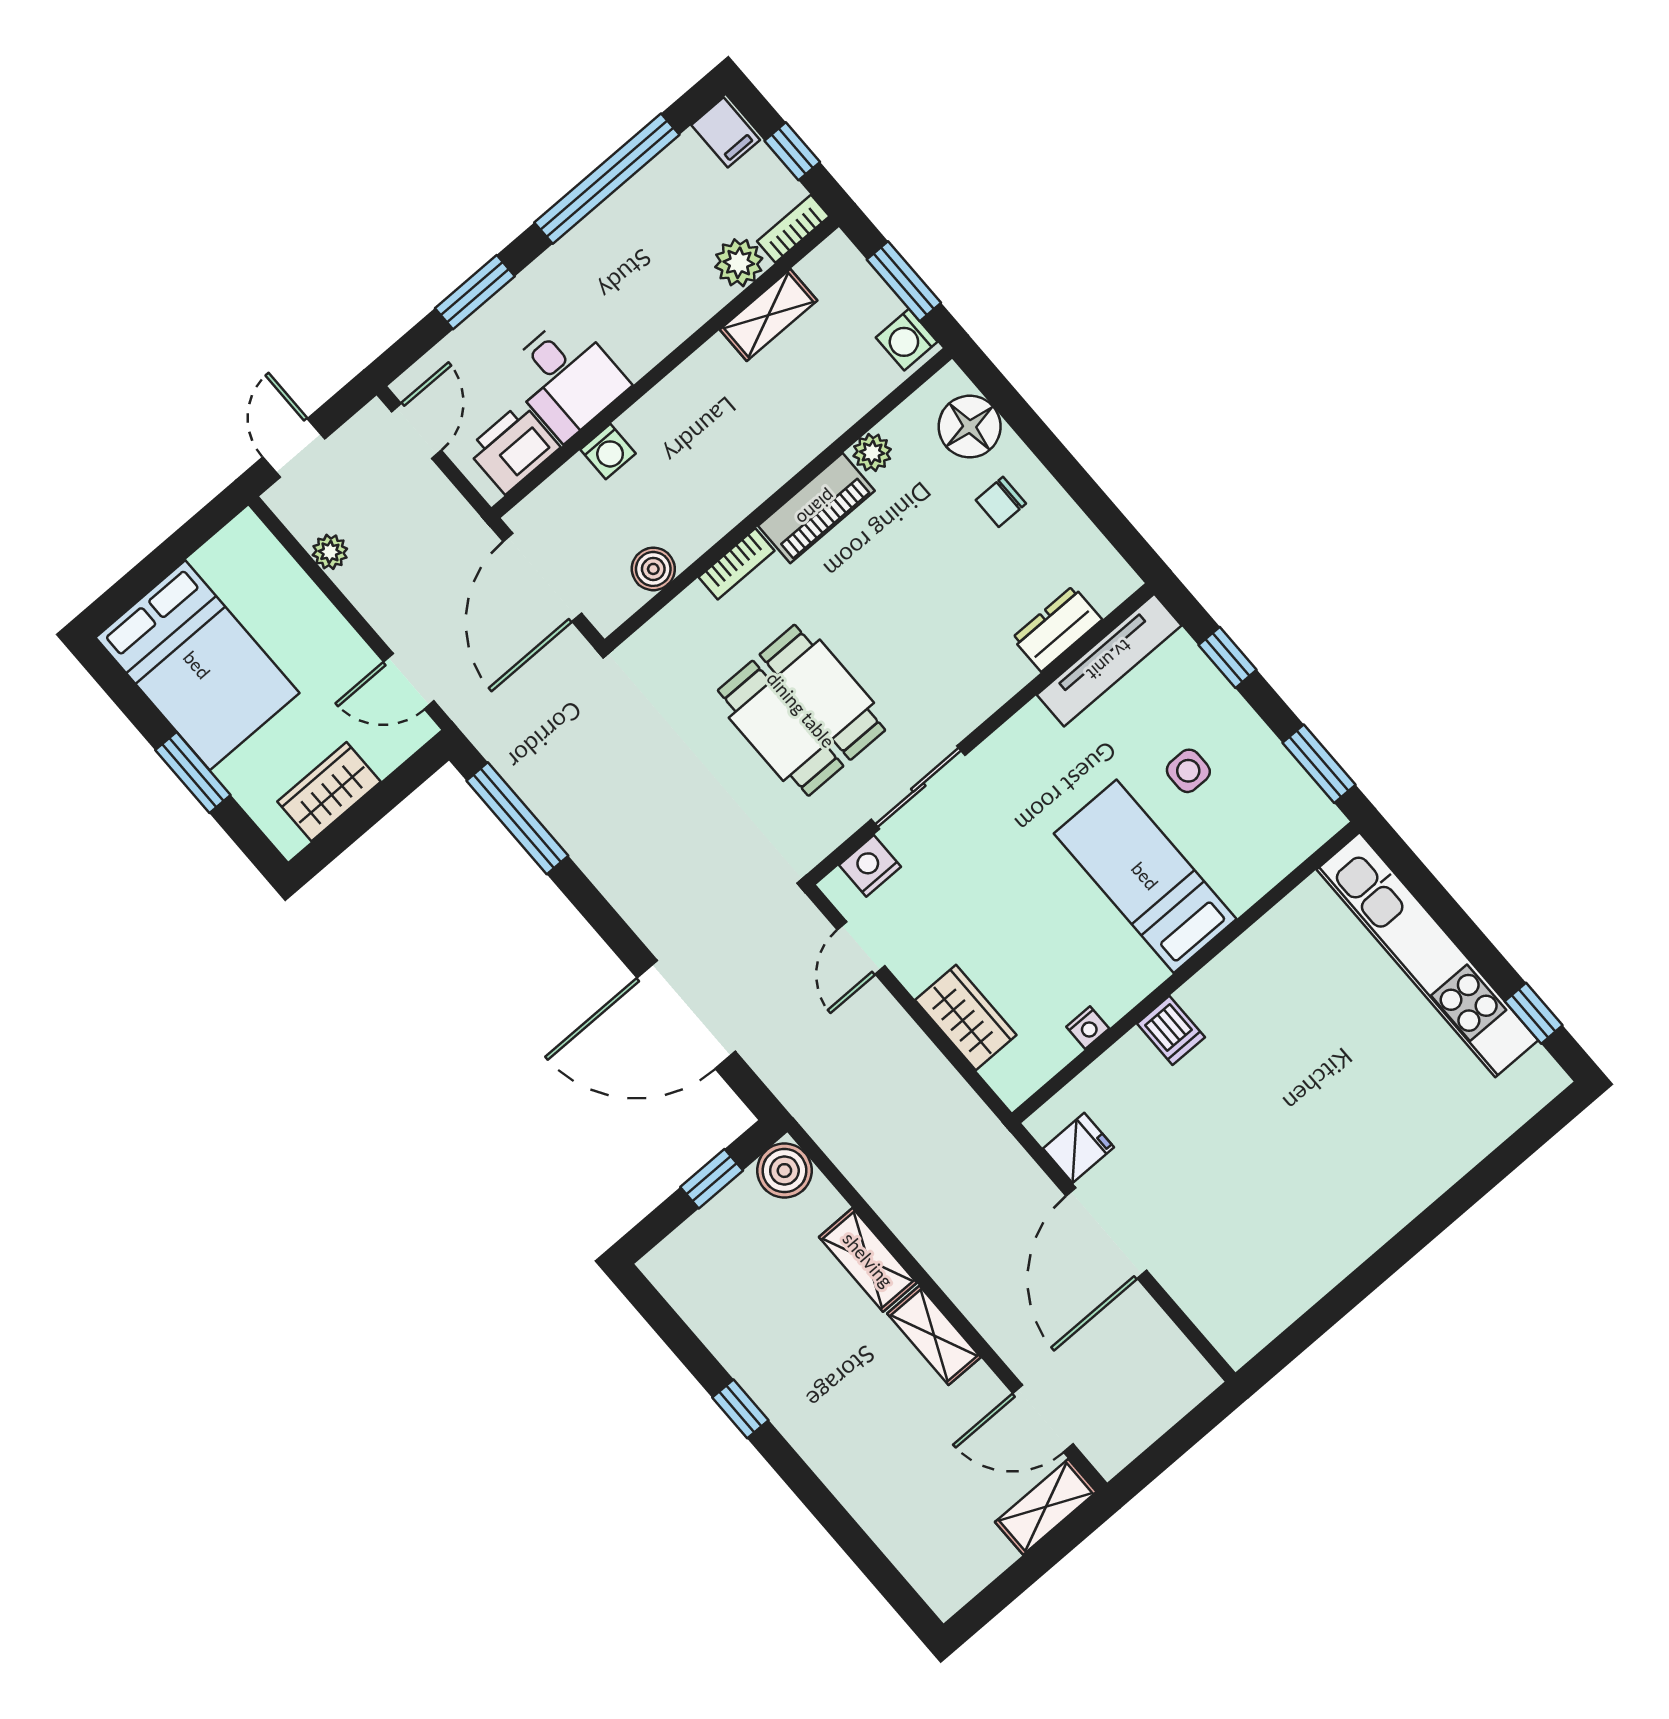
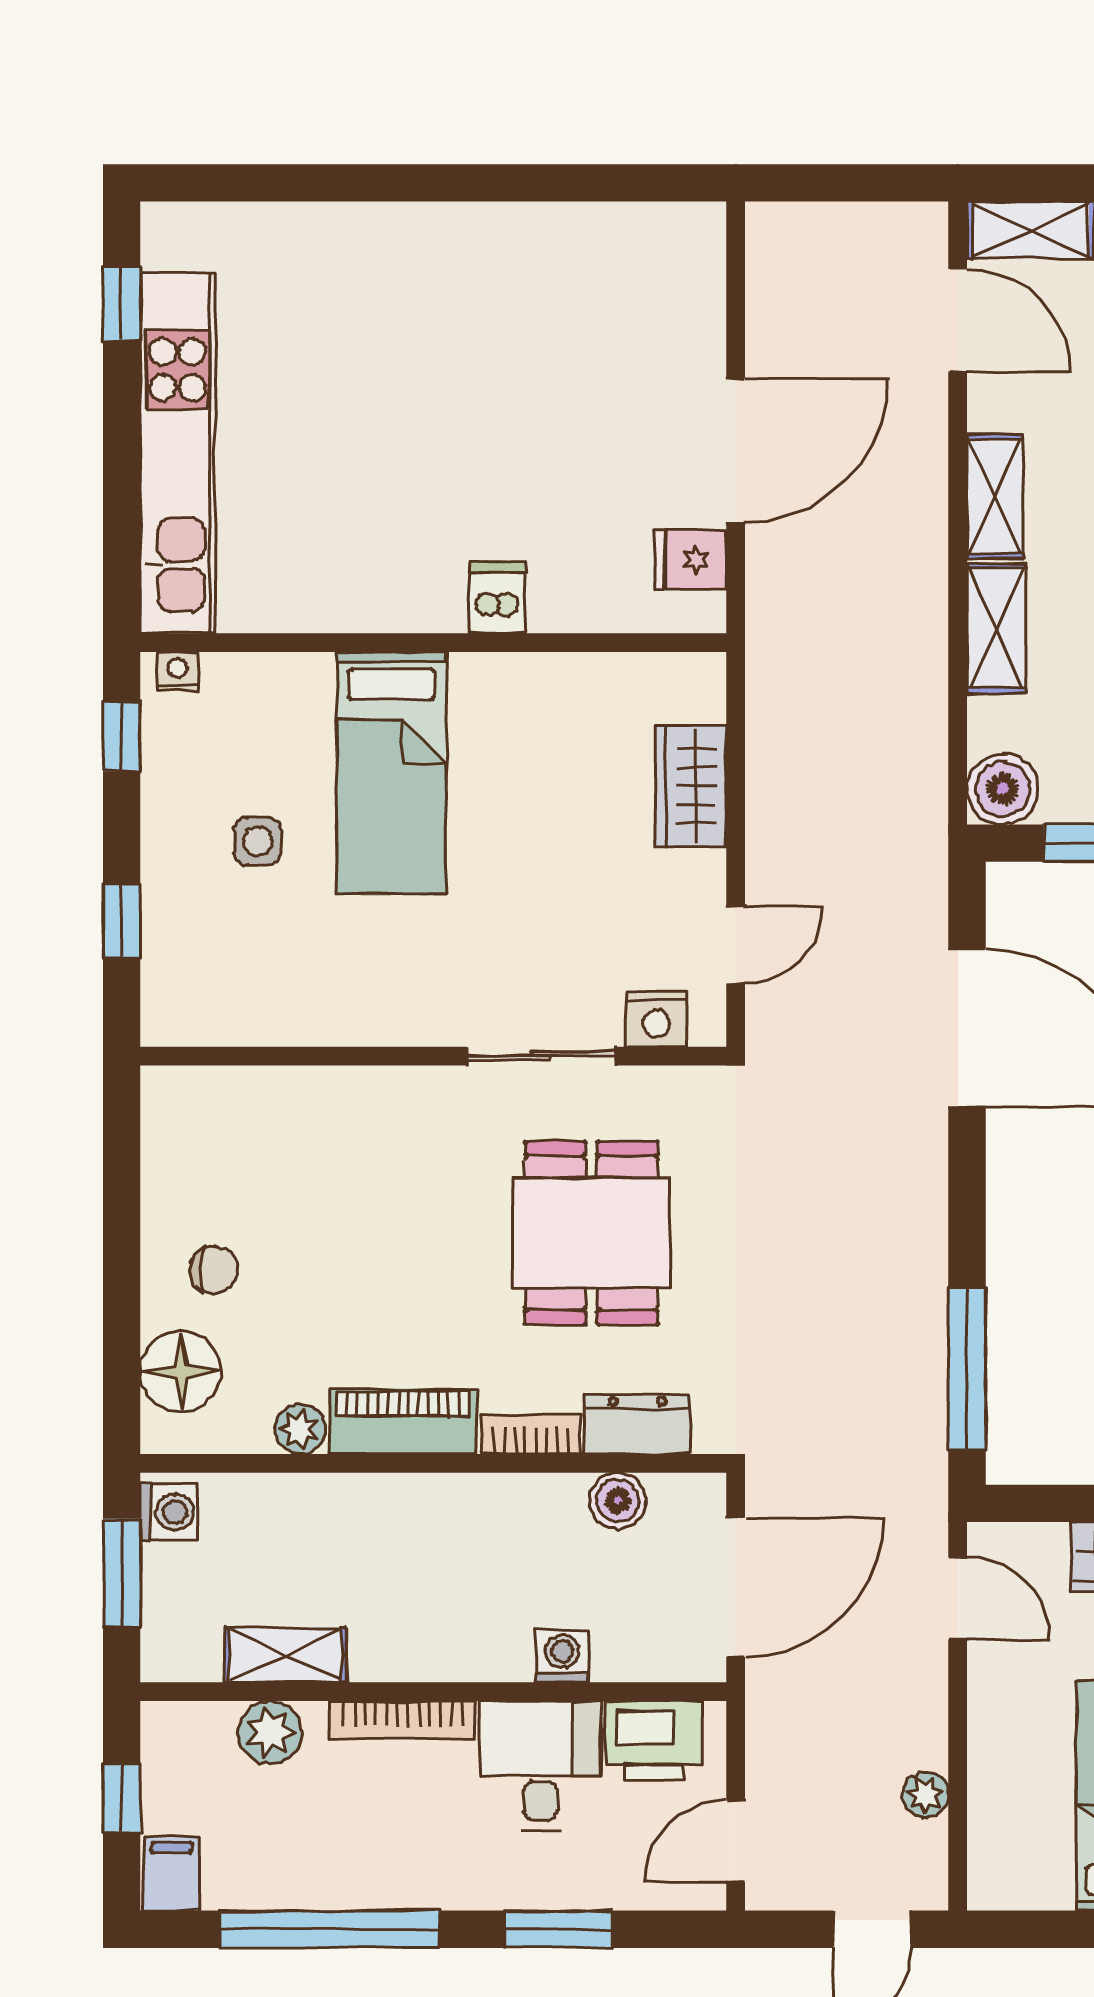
bookcase: (793, 229) -> (403, 1720), moved, width x1.56
dresser: (1057, 629) -> (638, 1424), moved, turned 180
tv unit: (1109, 660) -> (242, 1019), removed
window: (1319, 764) -> (122, 736), width x0.67
nightstand: (1088, 1028) -> (177, 671), moved

